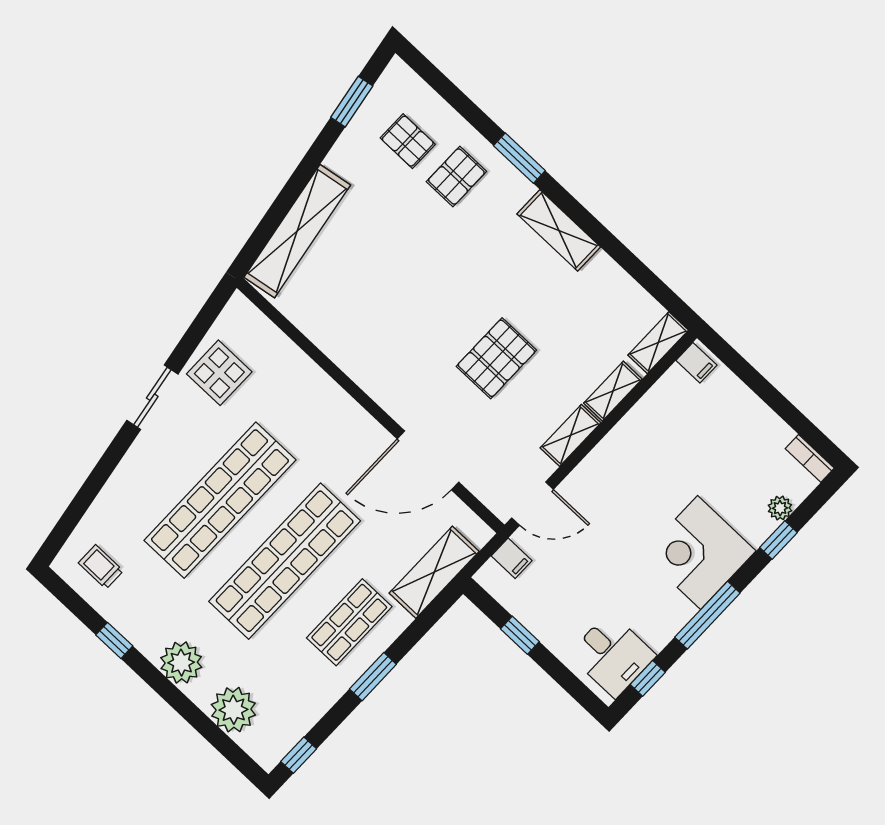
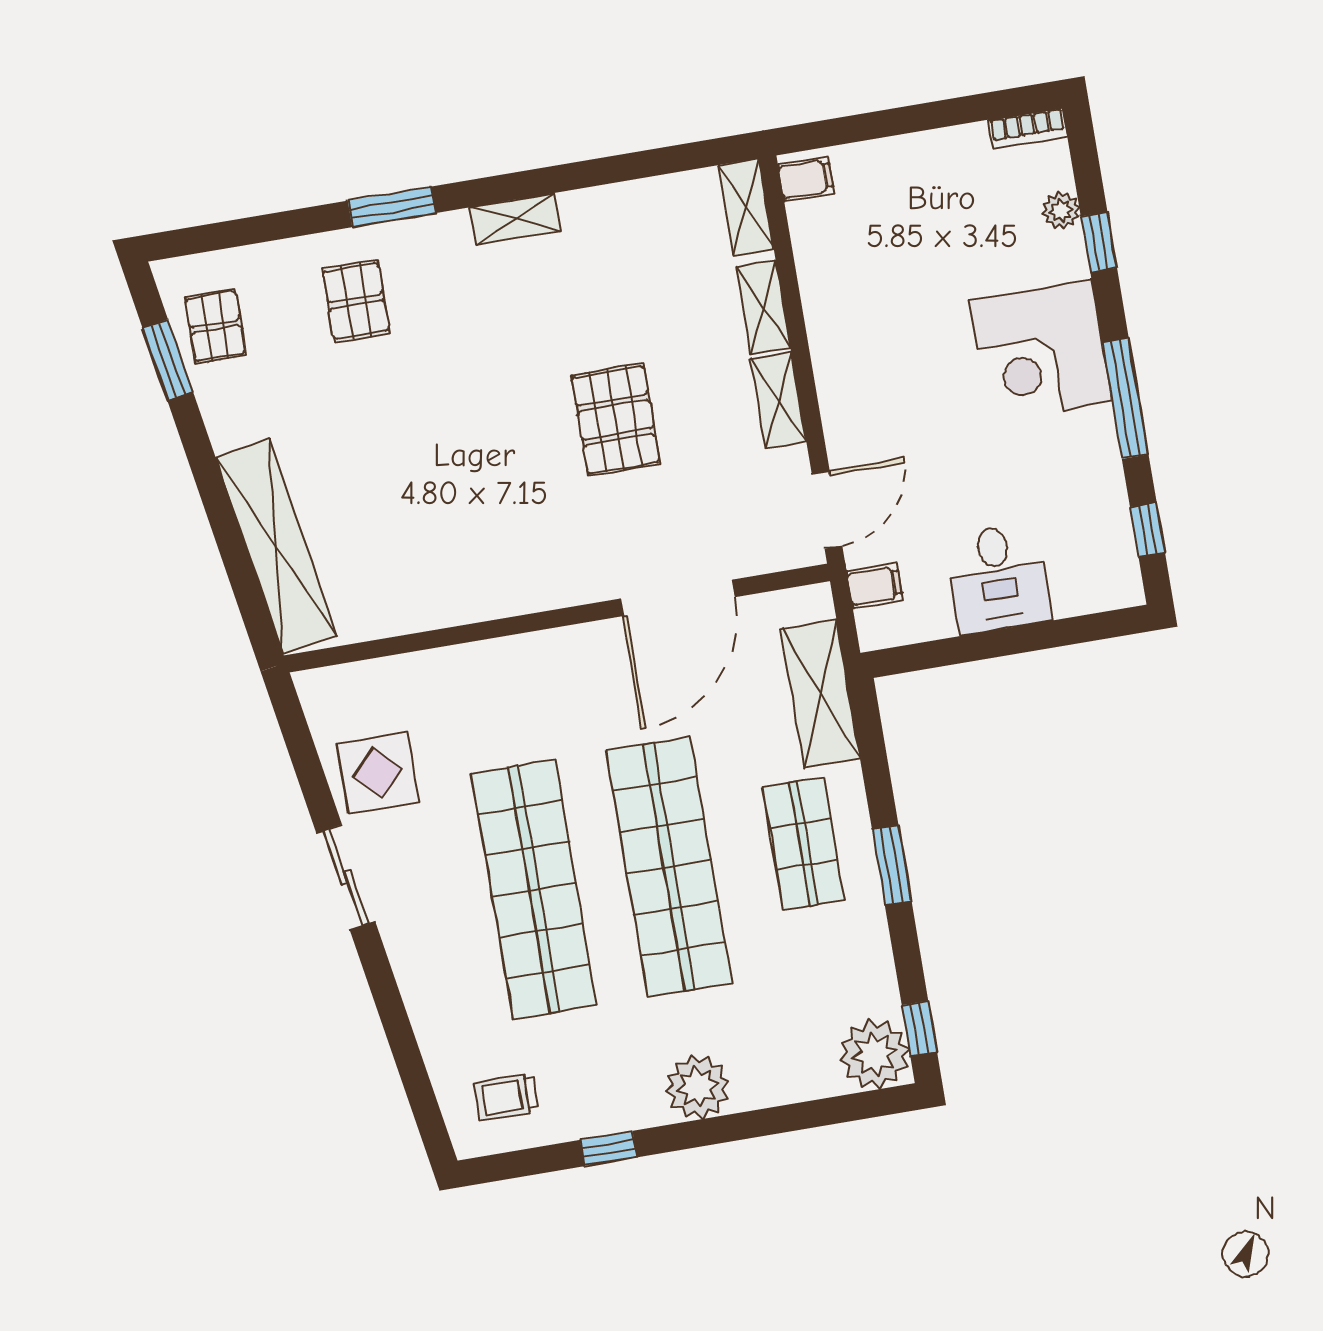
pallet: (408, 141) -> (215, 326), moved, turned 90
shelving: (559, 230) -> (515, 219), width x0.67, depth x0.75
window: (520, 635) -> (977, 647), removed
desk: (612, 655) -> (998, 578), moved, turned 90
plant: (233, 710) -> (875, 1054), moved

